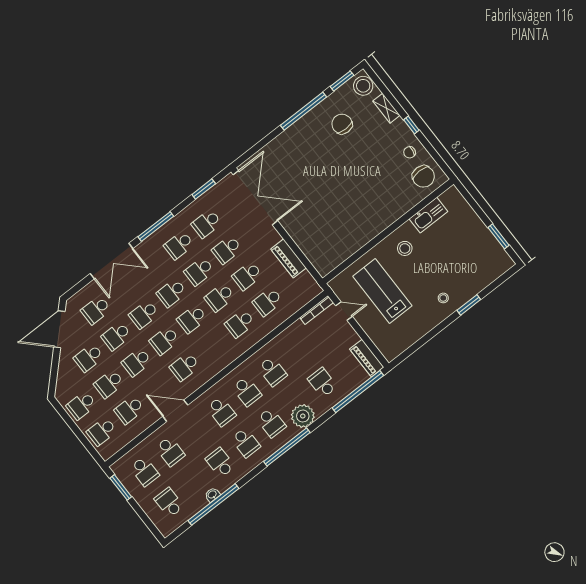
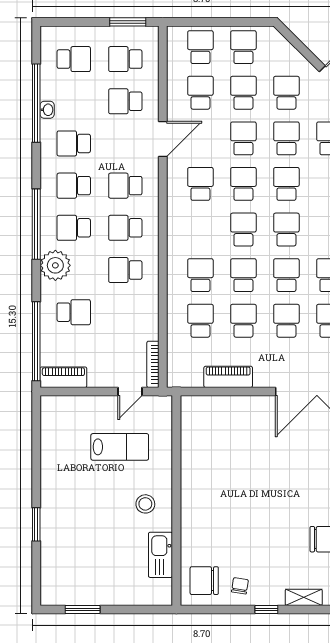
lab bench: (382, 291) -> (120, 447), width x0.73, depth x0.72
stool: (443, 298) -> (64, 504), removed
school desk: (220, 463) -> (74, 143), turned 180

